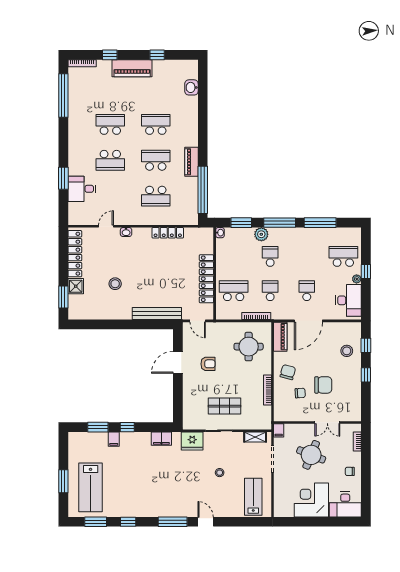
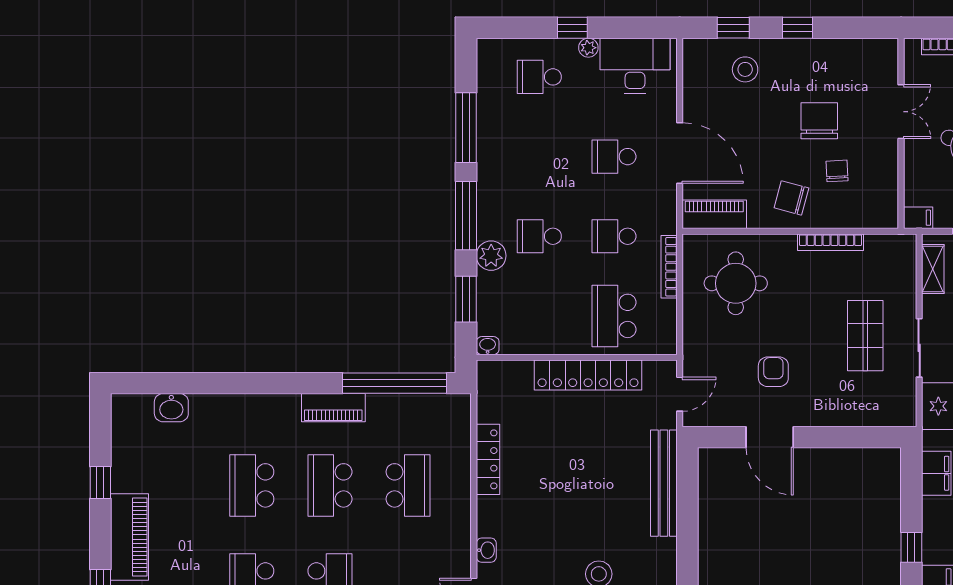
school desk: (343, 256) -> (539, 77), width x0.54

